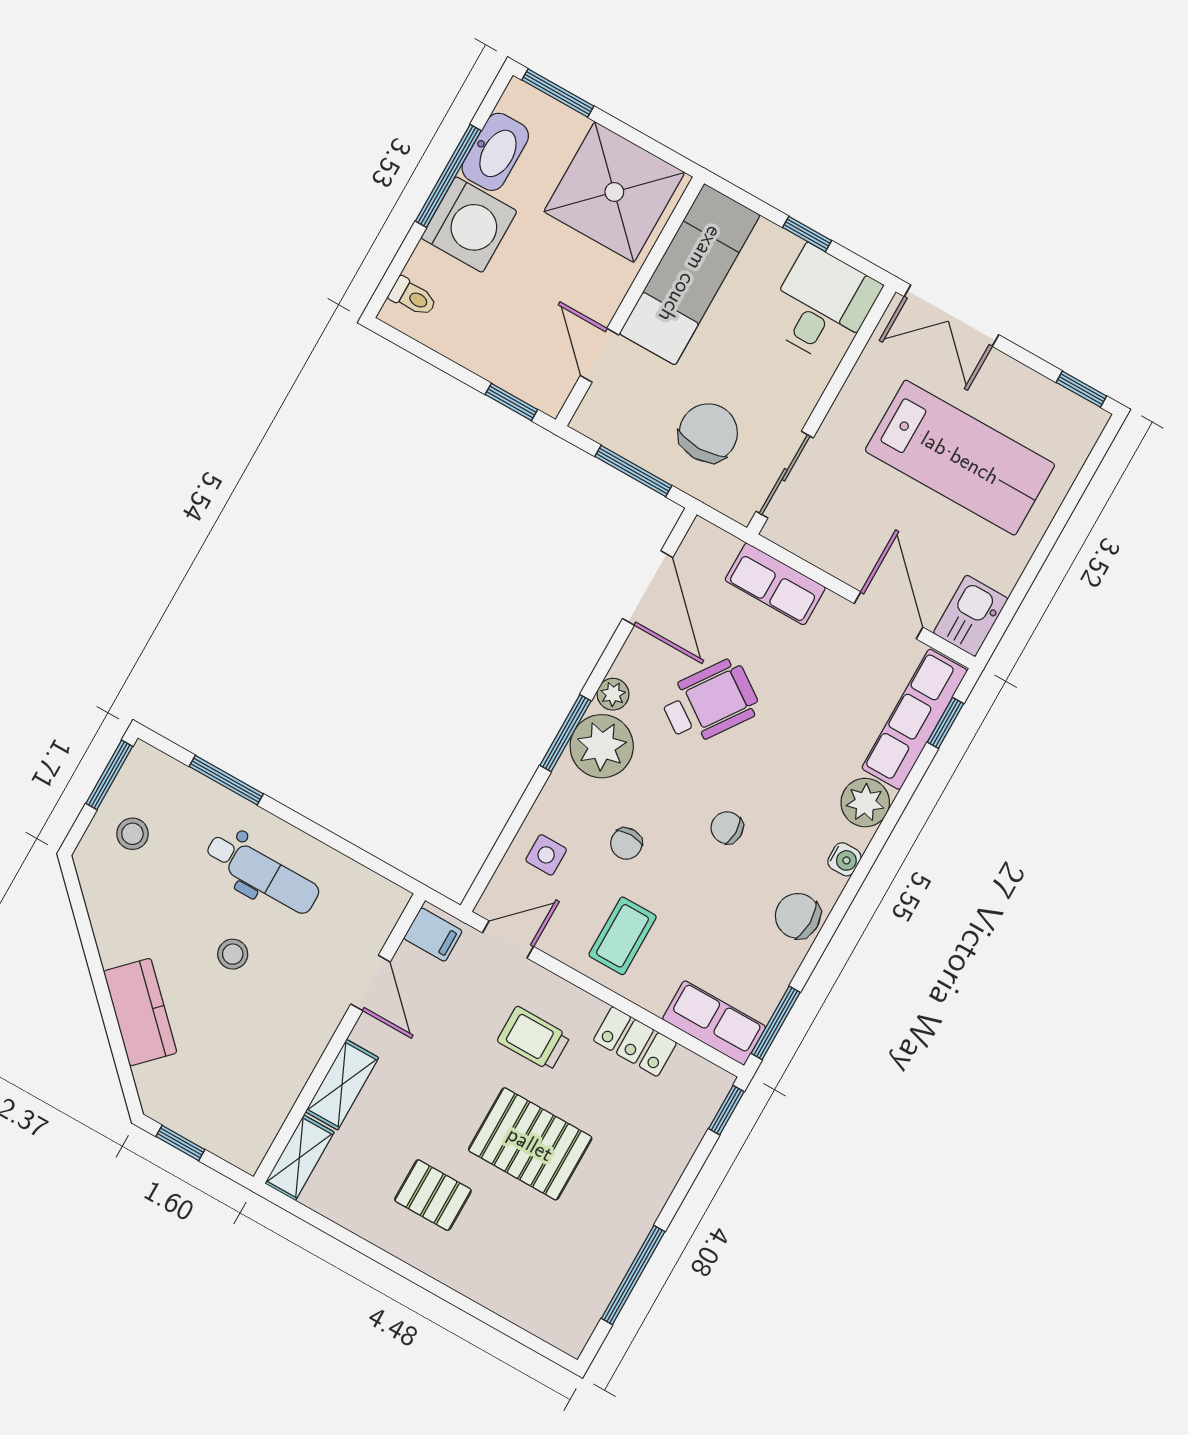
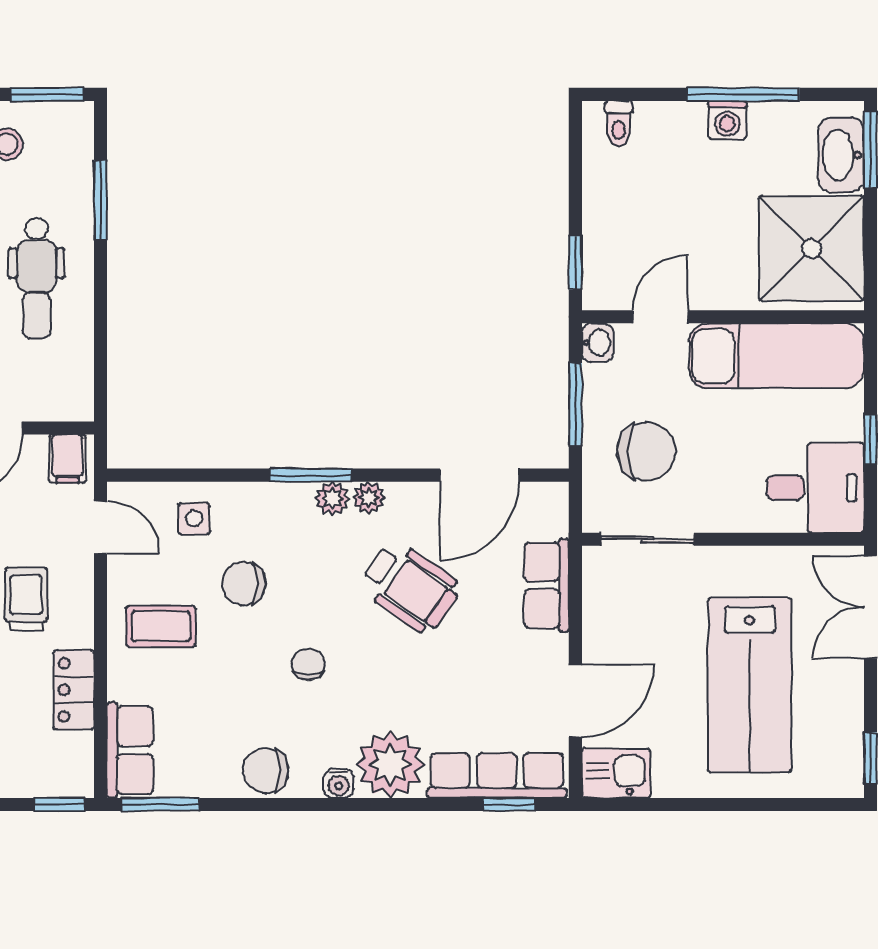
washbasin: (495, 152) -> (841, 155), moved, turned 90
washing machine: (469, 225) -> (727, 120), width x0.53, depth x0.53
washbasin: (591, 422) -> (597, 343), added
plant: (602, 746) -> (332, 499), width x0.53, depth x0.53
plant: (865, 803) -> (390, 765), width x1.36, depth x1.36
chair: (626, 844) -> (244, 584), width x1.37, depth x1.37
chair: (798, 916) -> (266, 771), turned -90

